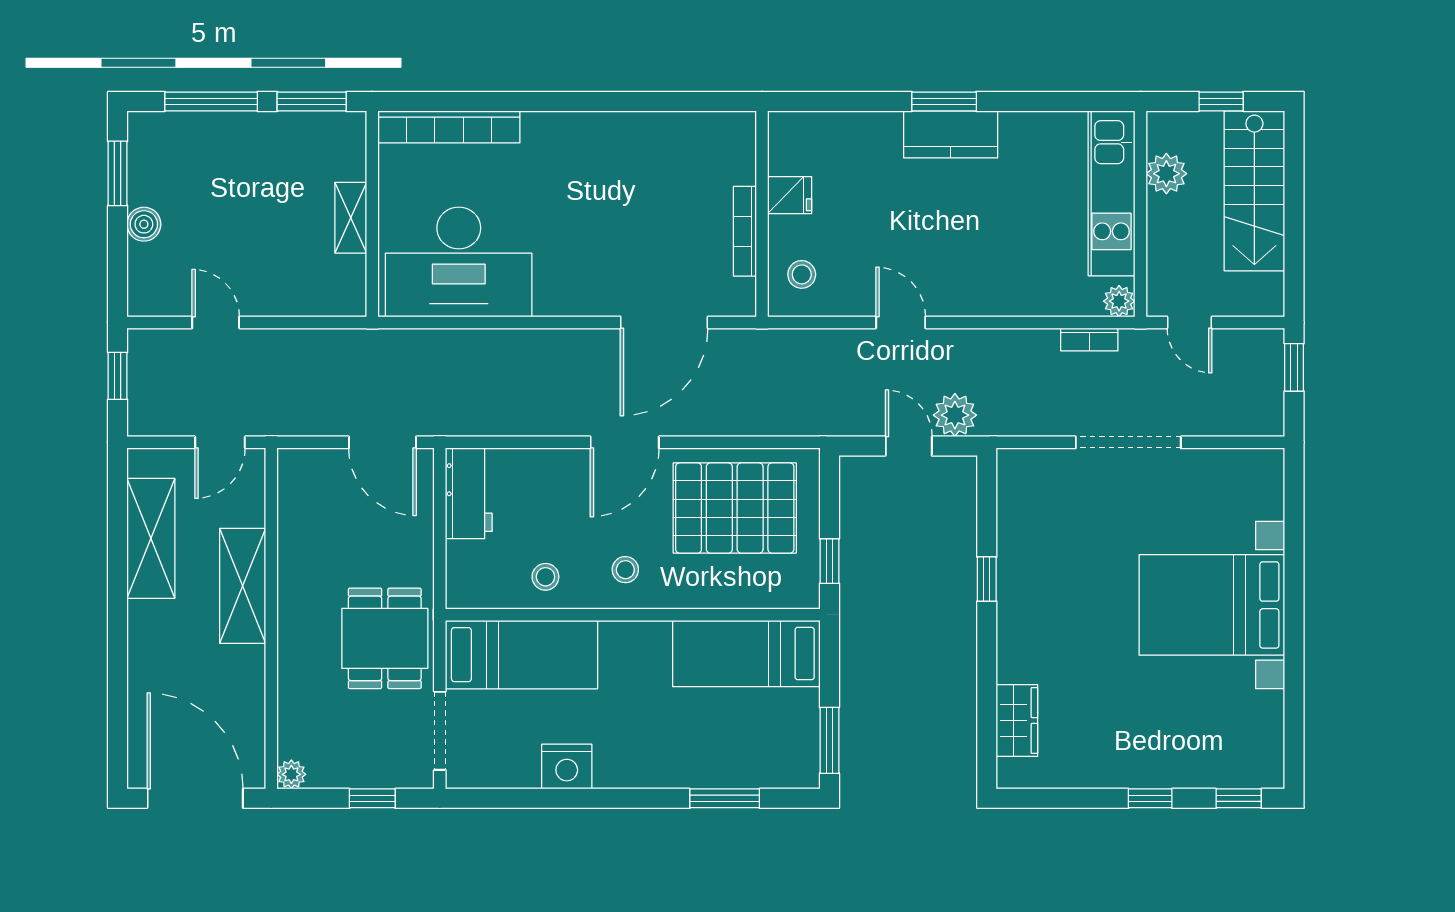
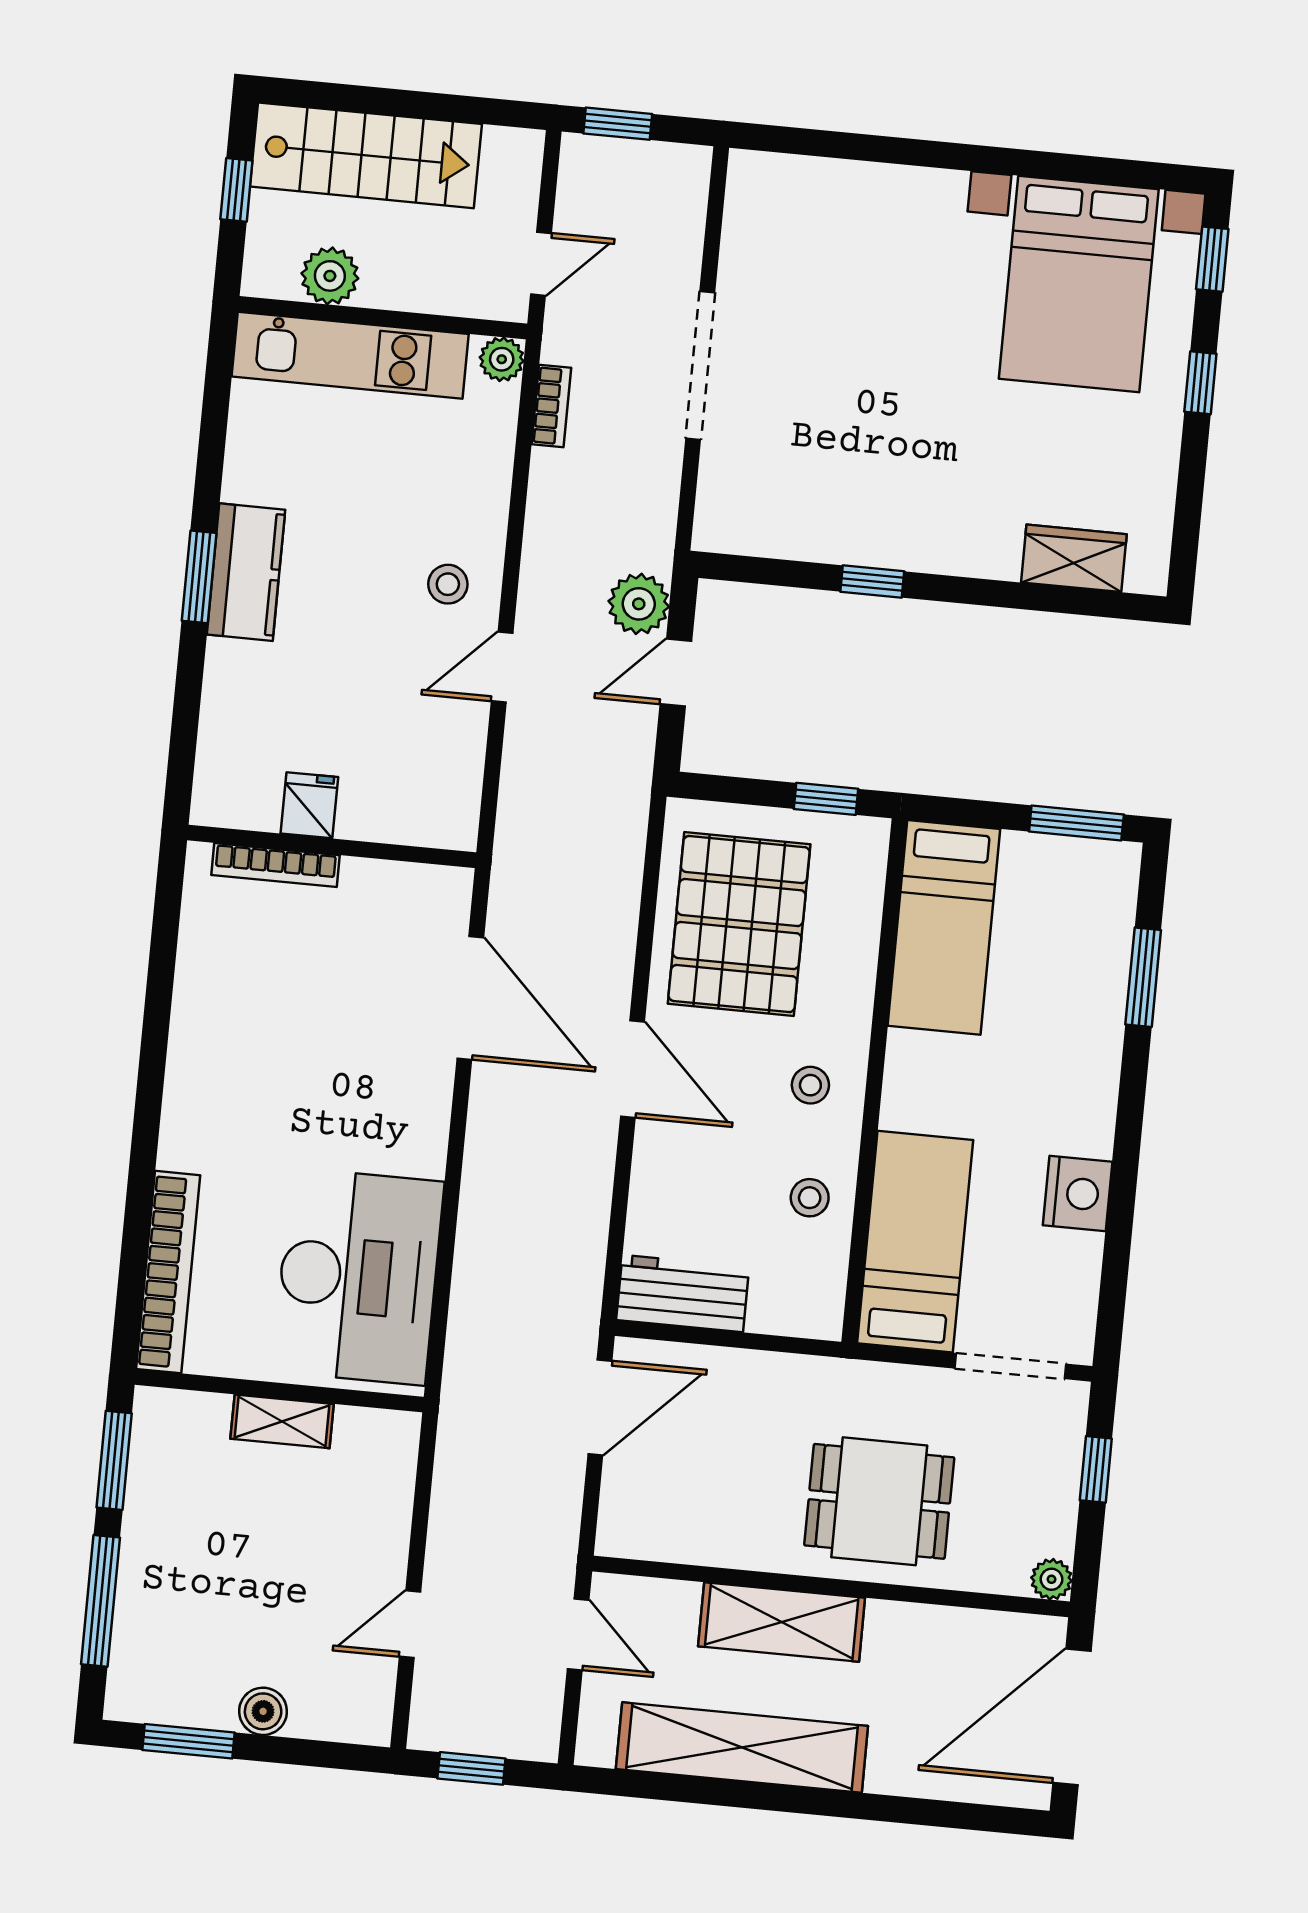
bookcase: (745, 231) -> (275, 865), moved
stool: (802, 274) -> (448, 584), moved
shelving: (151, 538) -> (742, 1748), width x1.47
bed with nightstands: (1212, 605) -> (1079, 284), moved
dining table: (385, 638) -> (879, 1501), moved

